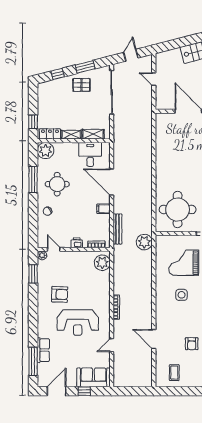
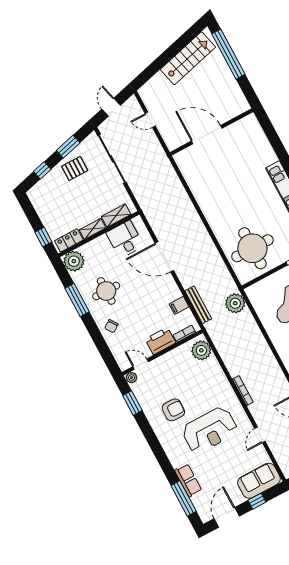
filing cabinet: (103, 209) -> (179, 305), moved
printer: (77, 243) -> (160, 341), width x1.87, depth x1.48

